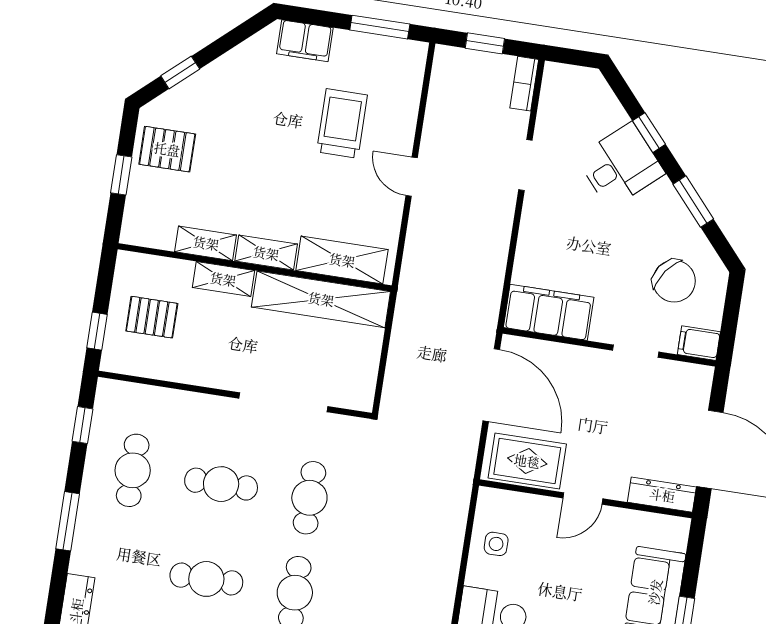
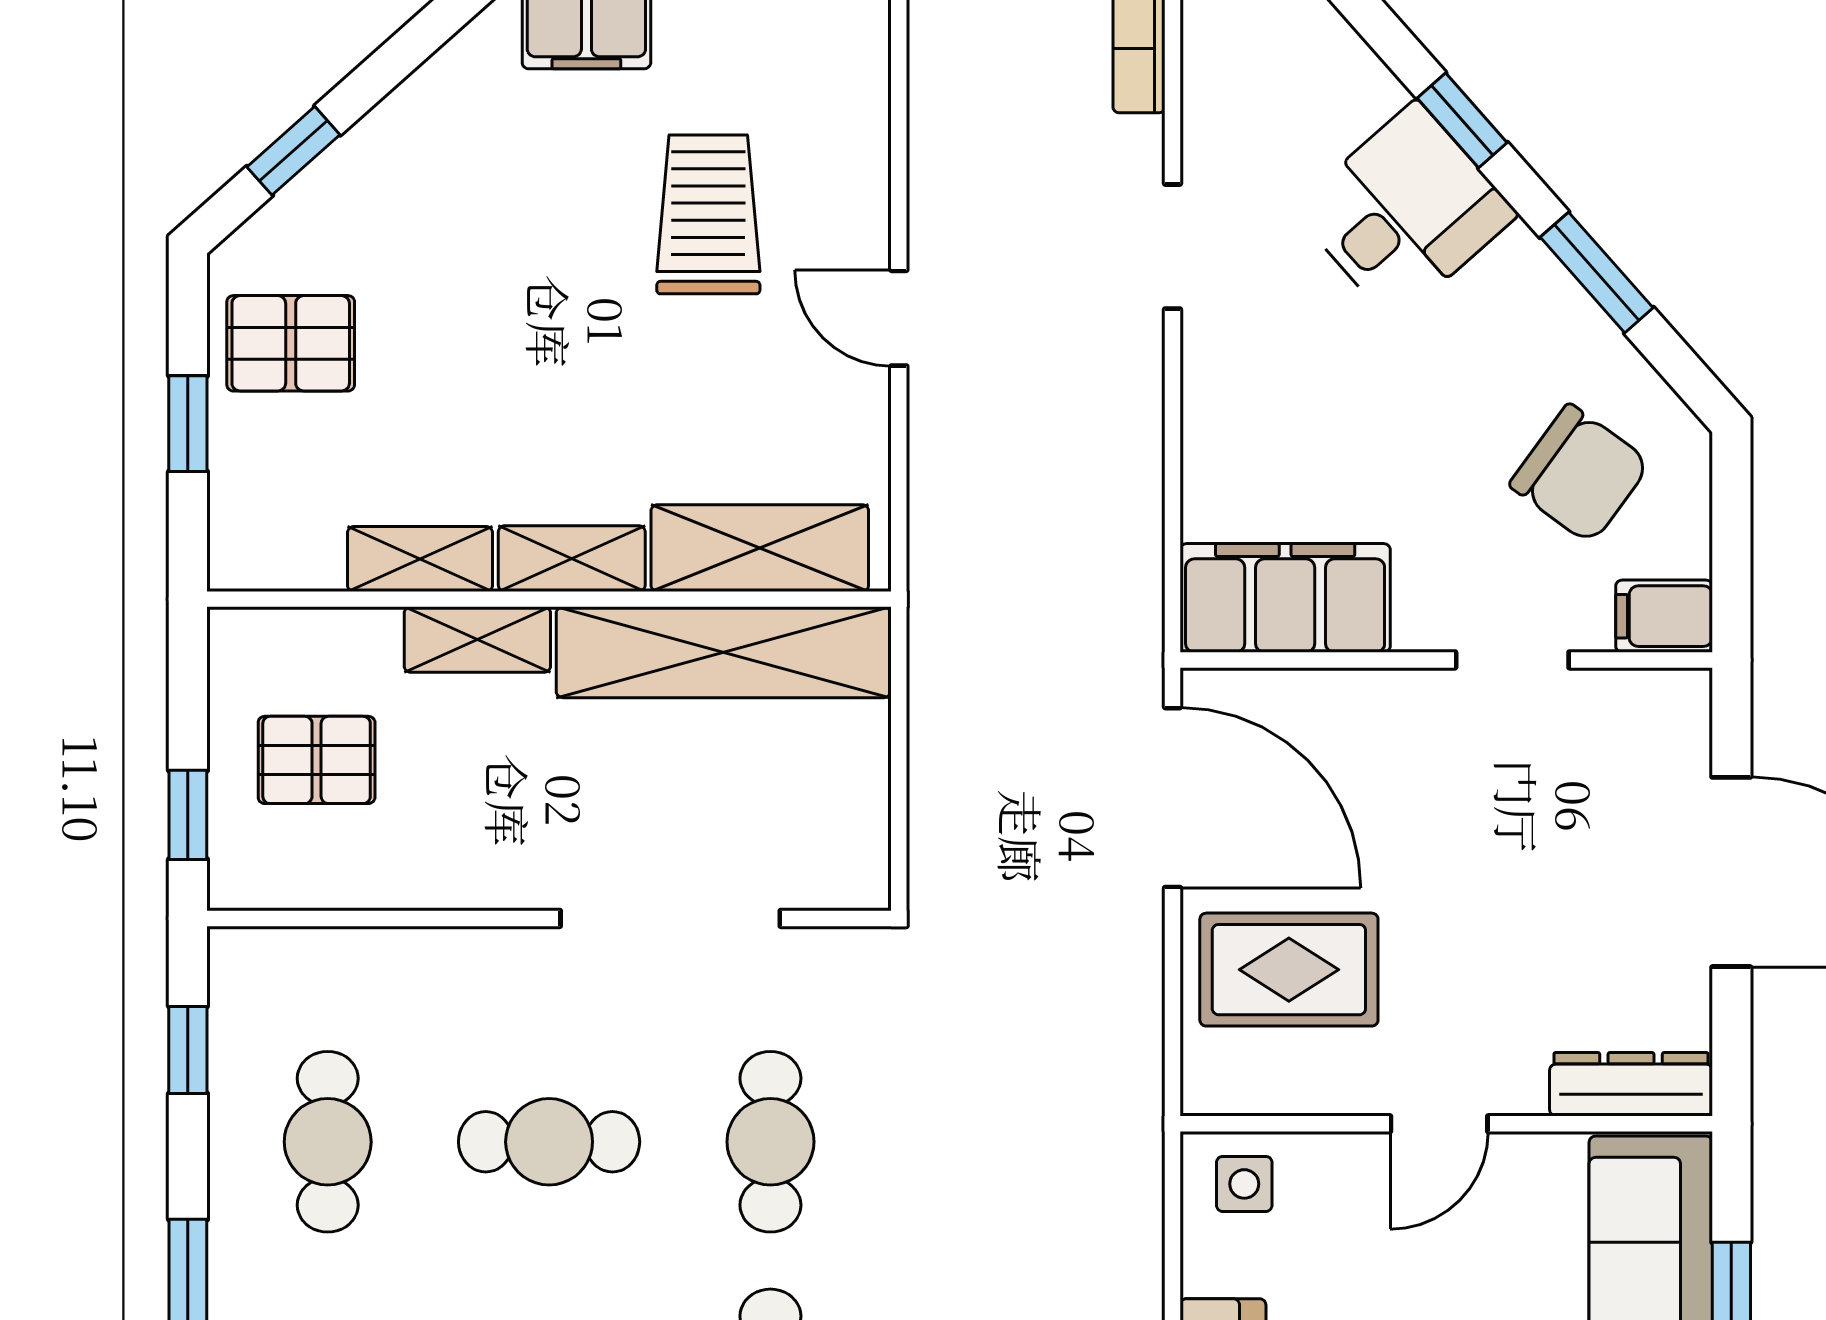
dresser: (662, 495) -> (1631, 1084), moved
door: (583, 498) -> (1439, 1124), moved
wall: (586, 499) -> (1446, 1124), moved

